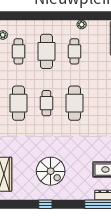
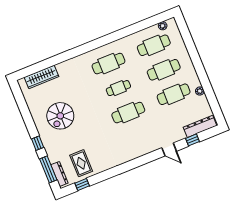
cafe table: (18, 51) -> (154, 45), width x1.37, depth x1.35
cafe table: (74, 51) -> (174, 94), width x1.37, depth x1.35
window: (45, 204) -> (38, 143), moved

